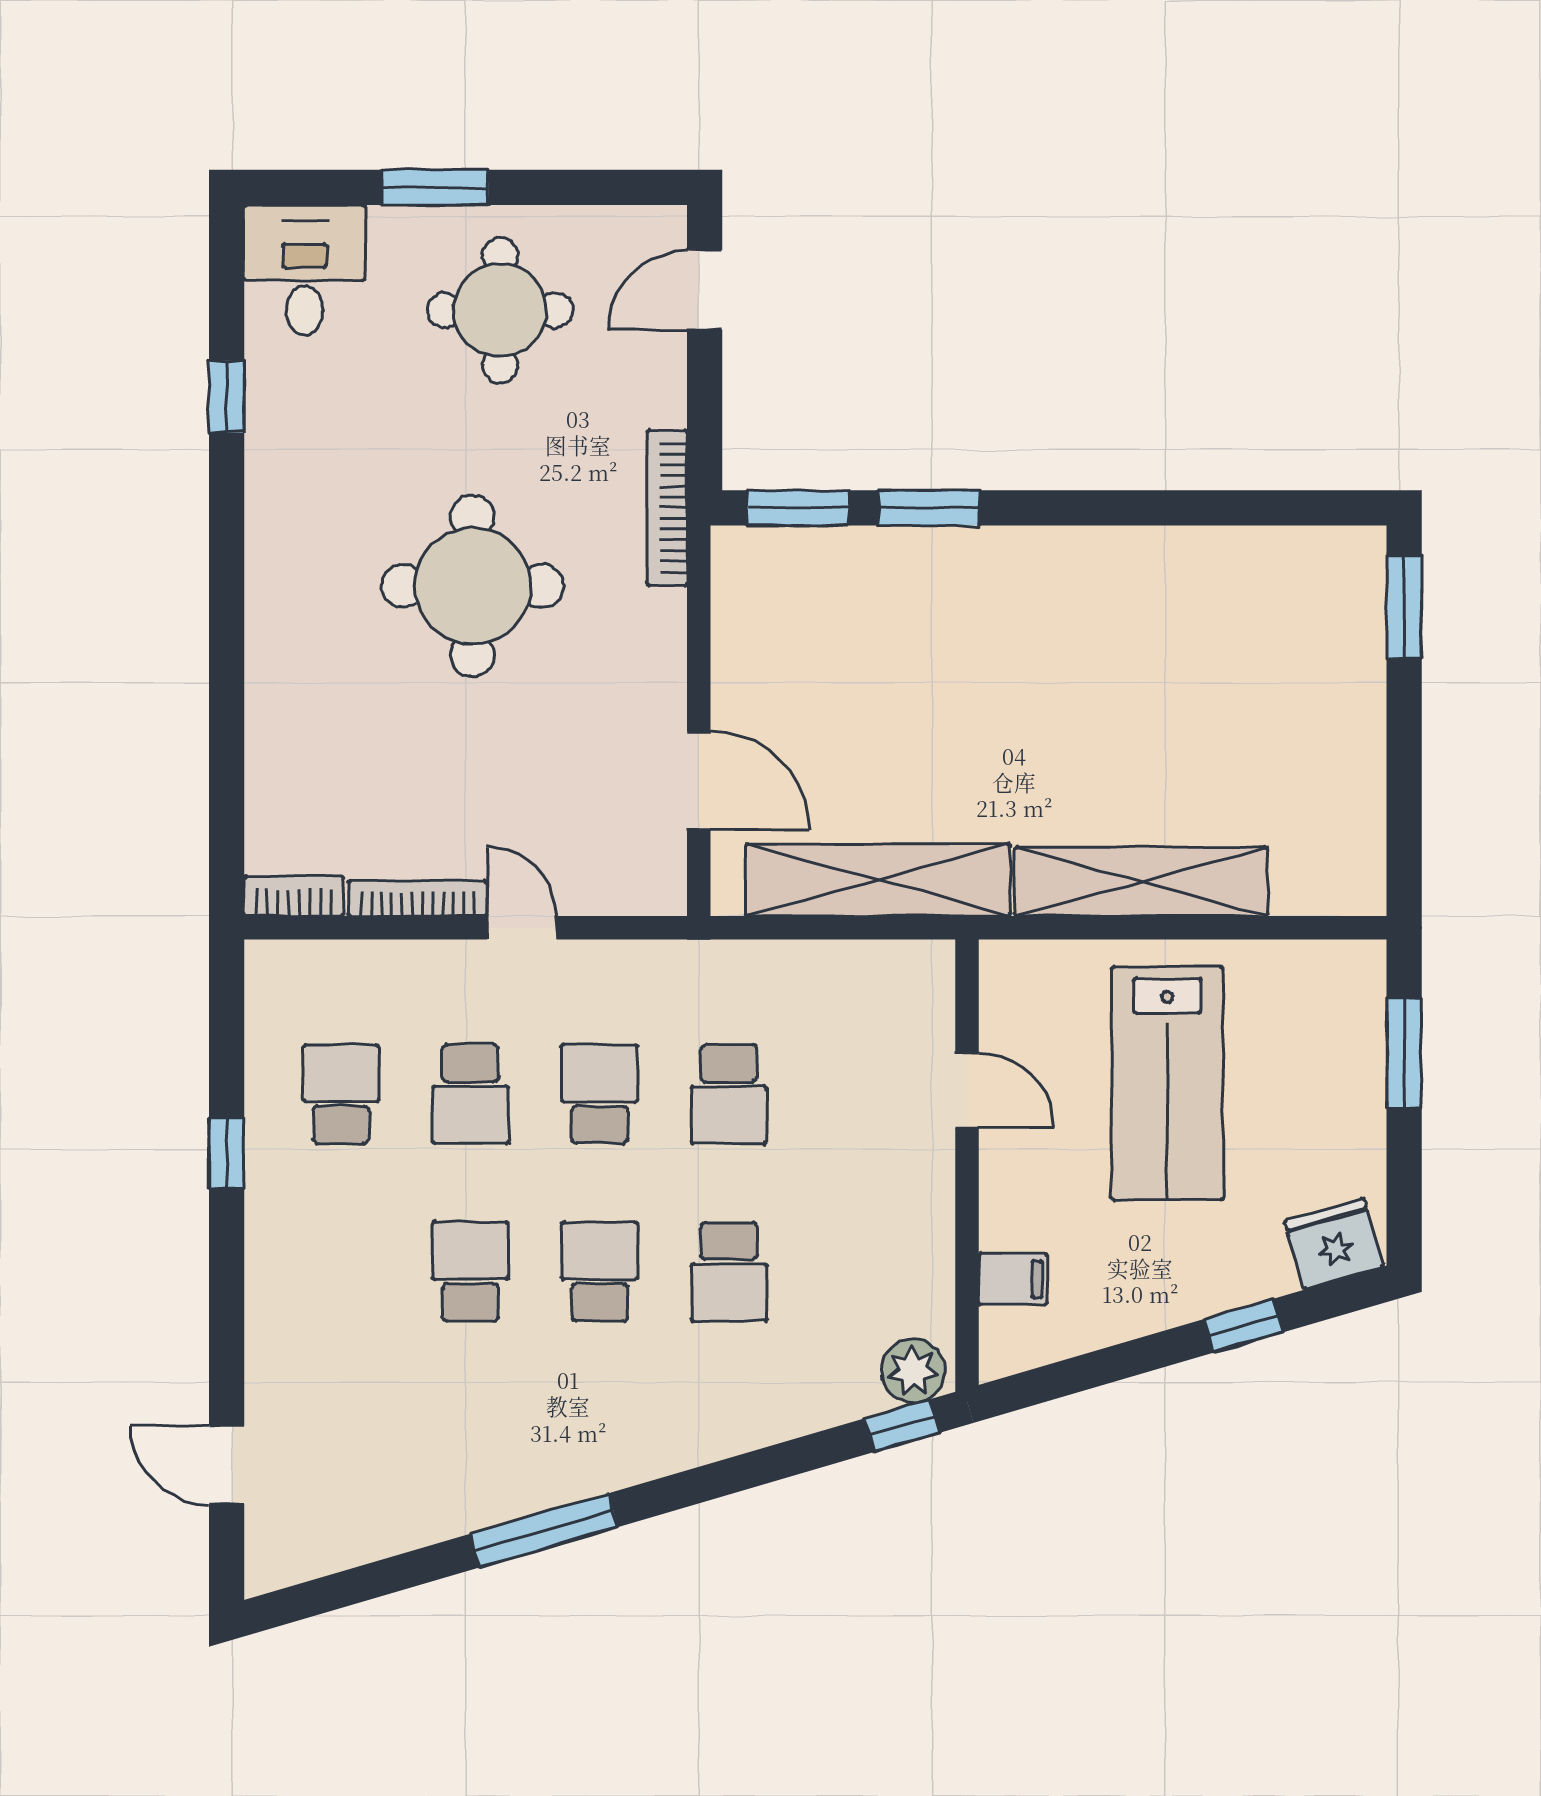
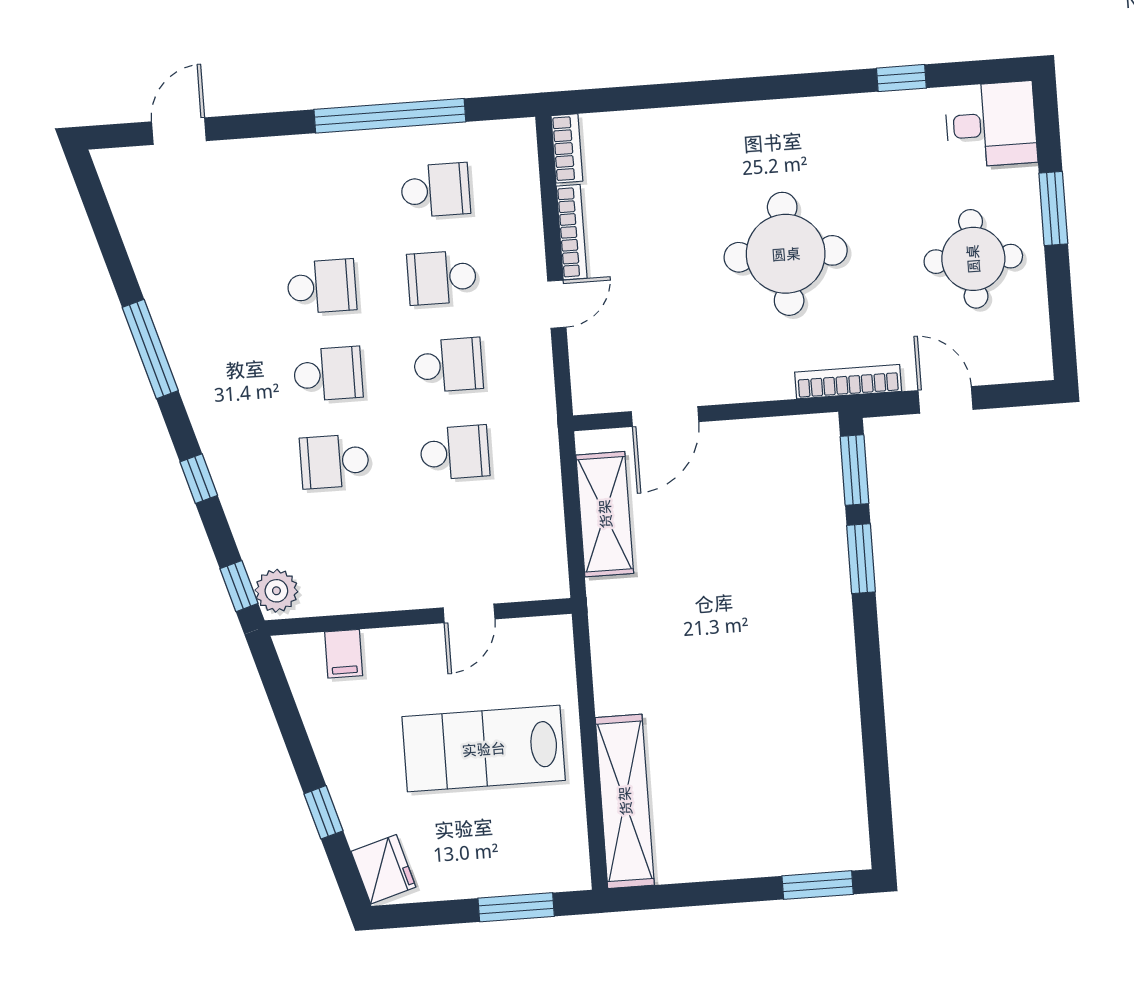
door: (705, 290) -> (946, 400), moved
shelving: (878, 880) -> (605, 514), width x0.68
shelving: (1141, 882) -> (625, 801), moved
school desk: (729, 1094) -> (455, 453), turned 180
window: (227, 1153) -> (390, 116), width x3.17
window: (740, 1473) -> (199, 479), added

